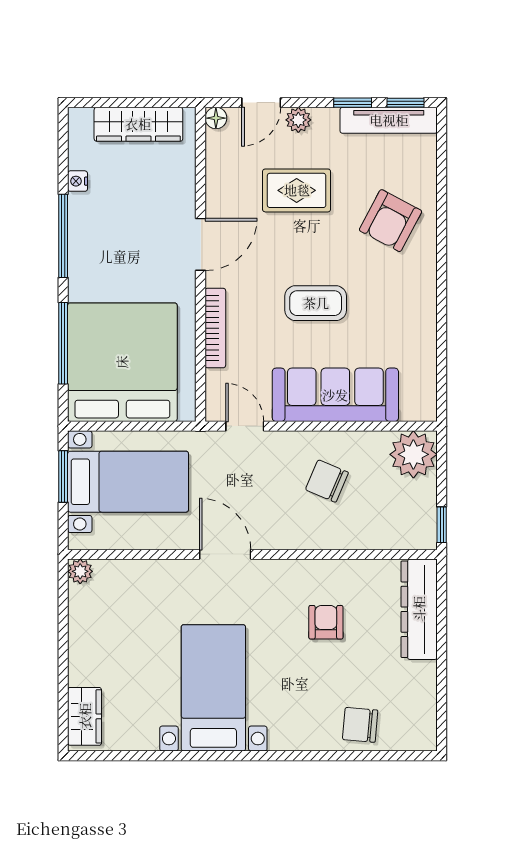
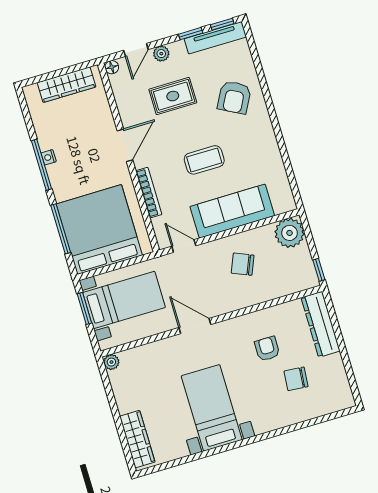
nightstand: (78, 181) -> (49, 157), moved
wardrobe: (85, 716) -> (137, 439), width x1.50
chair: (360, 725) -> (296, 379), moved

